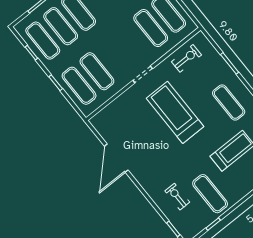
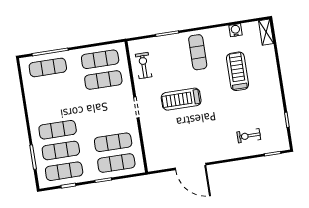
exercise mat: (229, 102) -> (198, 52), turned 90
treadmill: (175, 112) -> (181, 99), width x0.73, depth x0.73
exercise mat: (210, 194) -> (261, 108), removed

